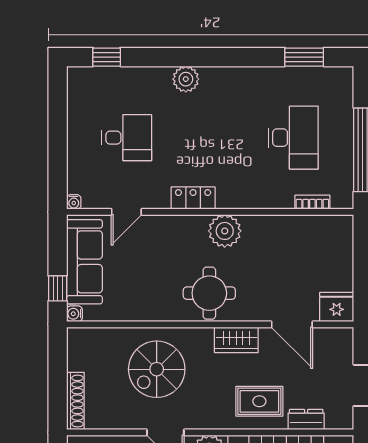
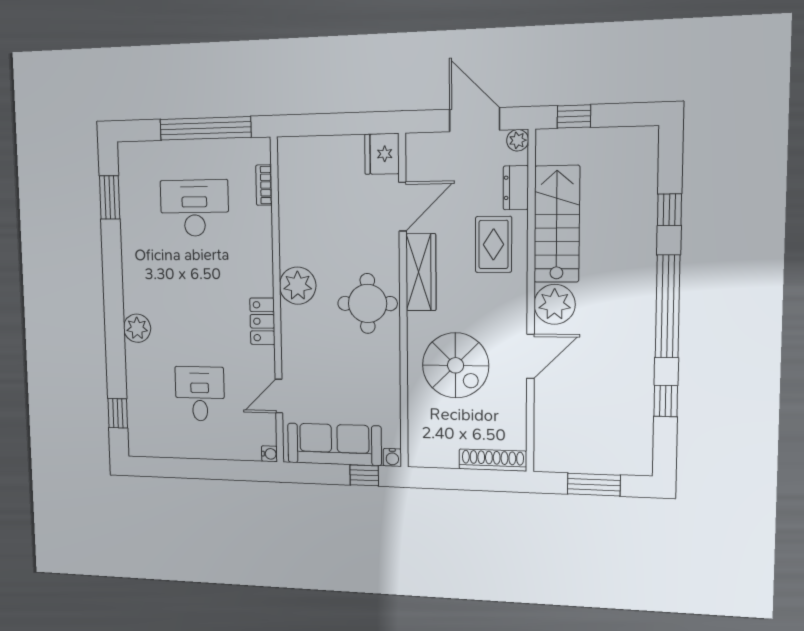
door: (126, 212) -> (279, 396), swing flipped
wardrobe: (236, 340) -> (421, 272), width x1.50
plant: (345, 421) -> (518, 140), added

